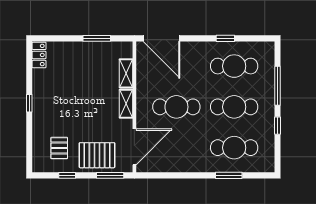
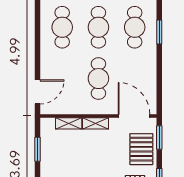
door: (161, 38) -> (38, 92), width x0.73
window: (225, 38) -> (38, 35), removed

